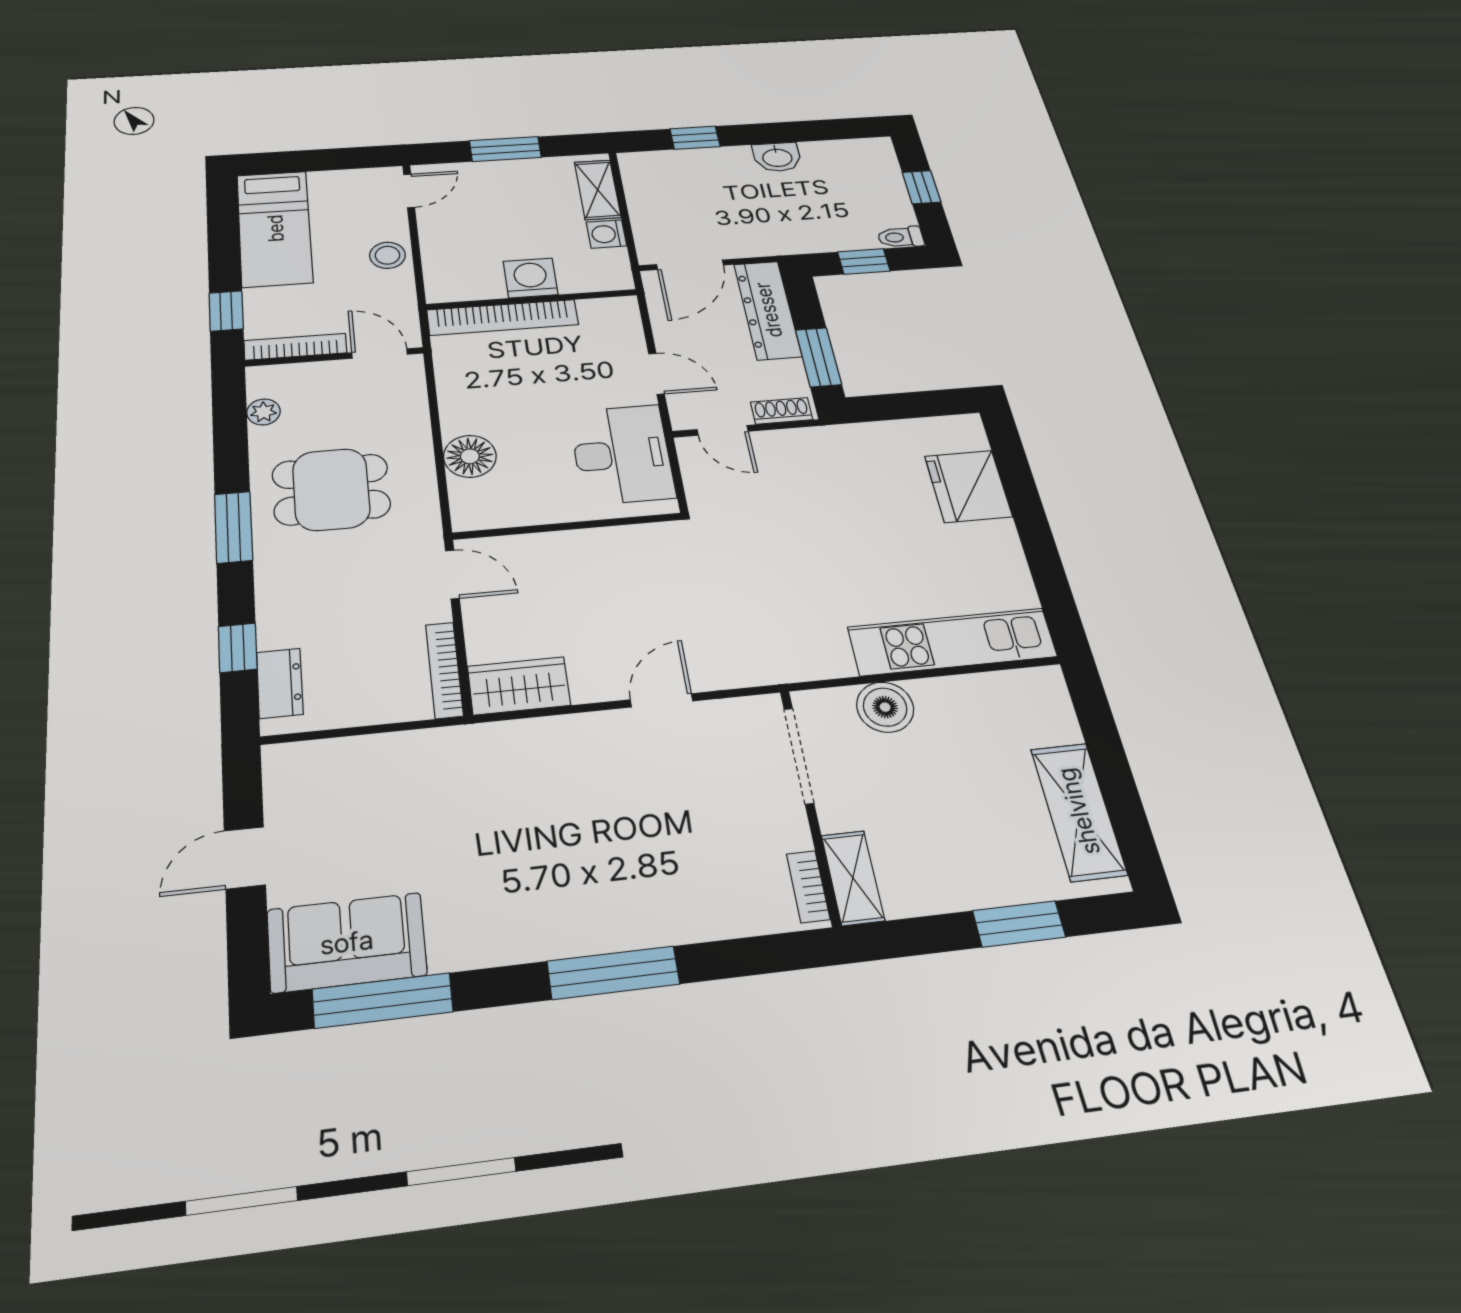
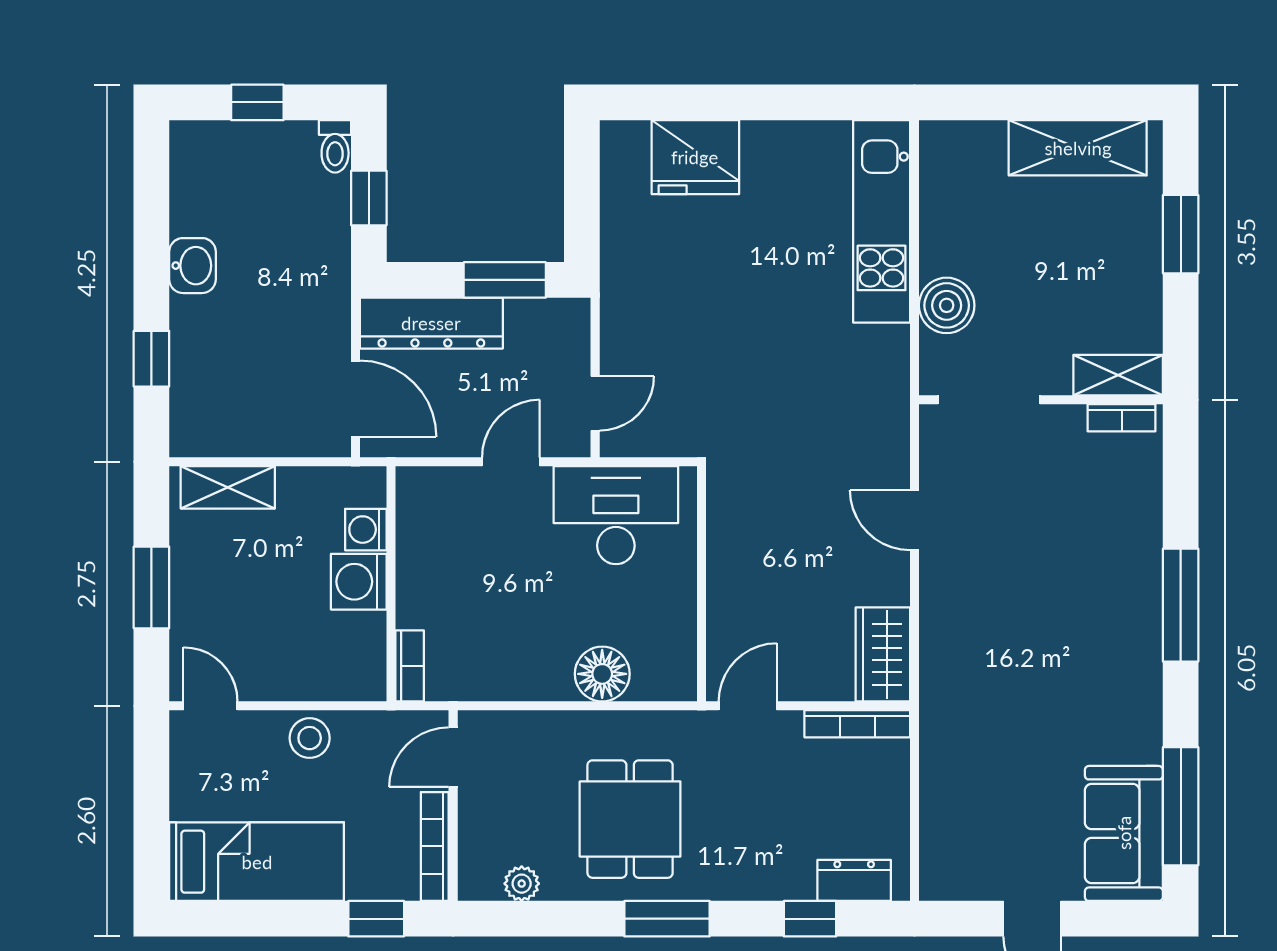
washing machine: (607, 234) -> (366, 530), moved, turned 90
bookcase: (503, 317) -> (410, 666), width x0.43, depth x0.76
shoe rack: (782, 411) -> (575, 335), removed

